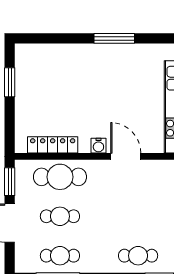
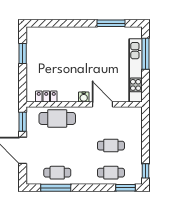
window: (114, 38) -> (111, 23), moved
locker: (53, 145) -> (46, 96), width x0.66
cafe table: (60, 216) -> (111, 146), moved

